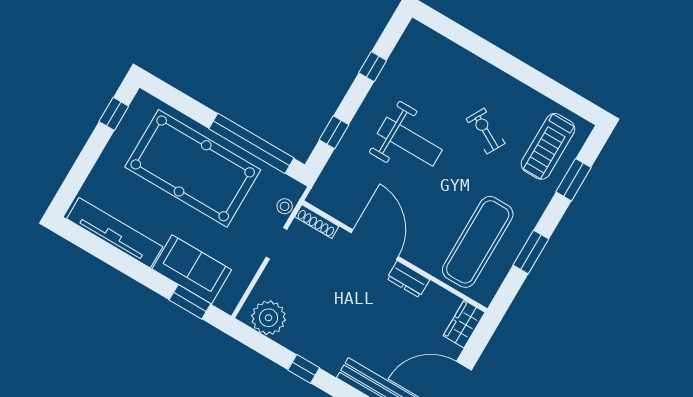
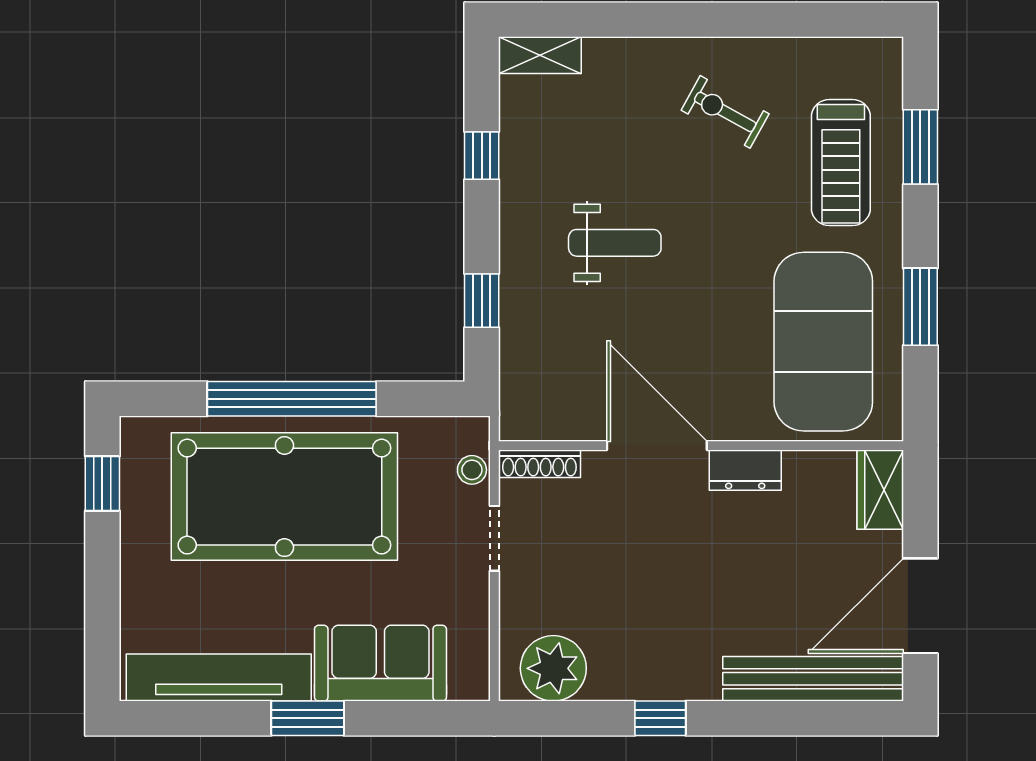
shelving: (426, 37) -> (540, 55), added
exercise bike: (486, 131) -> (725, 112), moved
weight bench: (410, 142) -> (615, 243), width x0.73, depth x0.75
window: (251, 143) -> (292, 399), moved
treadmill: (548, 146) -> (841, 163), moved
exercise mat: (478, 242) -> (823, 342), width x1.47
window: (190, 302) -> (308, 718), moved

